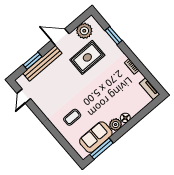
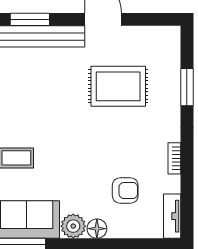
plant: (84, 31) -> (148, 42), removed
armchair: (124, 94) -> (125, 190), added

